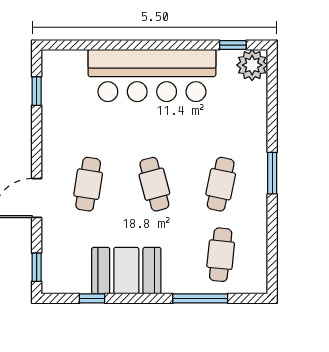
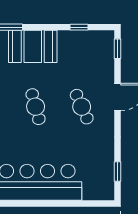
cafe table: (88, 184) -> (82, 107), turned -33
booth: (126, 271) -> (33, 46), moved

